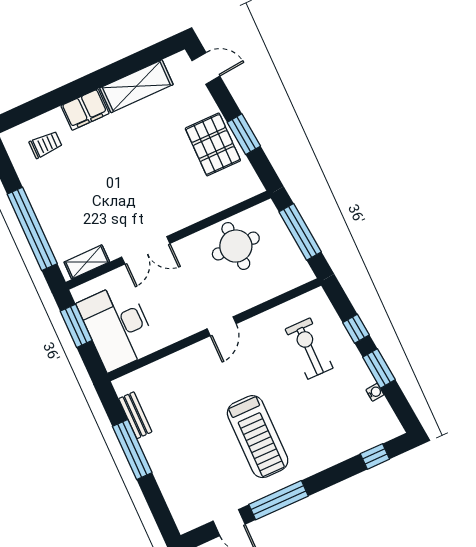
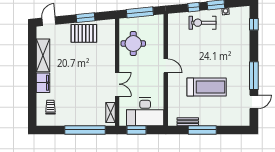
exercise bike: (309, 349) -> (203, 23), moved
treadmill: (258, 437) -> (207, 87), moved

